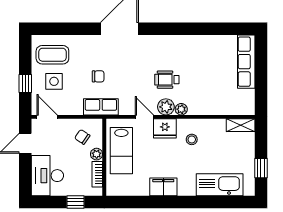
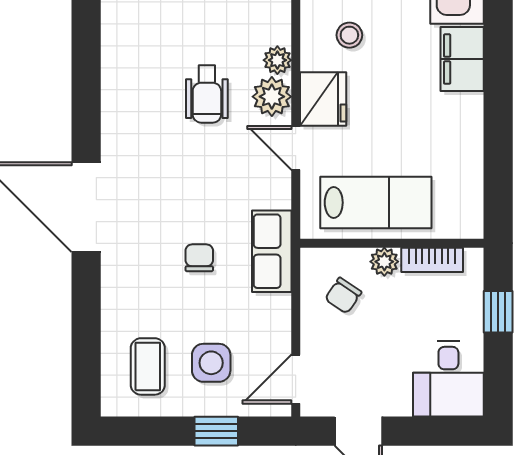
coffee table: (52, 55) -> (148, 366), width x0.73, depth x0.77
door: (144, 117) -> (296, 148), hinge flipped
desk: (47, 176) -> (448, 379), width x0.73
filing cabinet: (163, 187) -> (462, 59), moved

